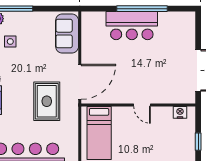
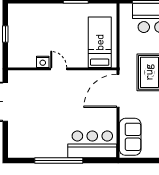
bar counter: (132, 26) -> (92, 144), moved
nightstand: (180, 112) -> (43, 62), moved

